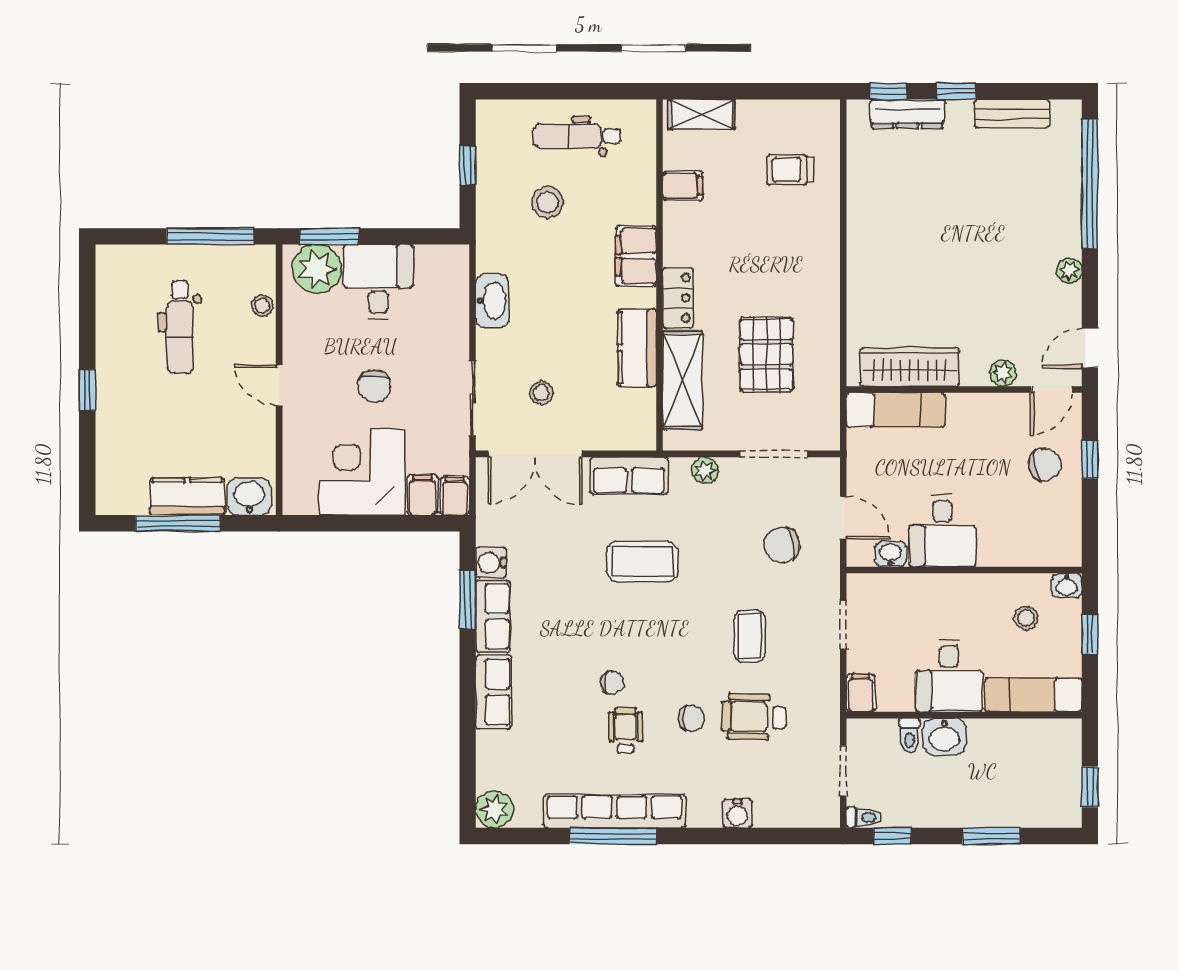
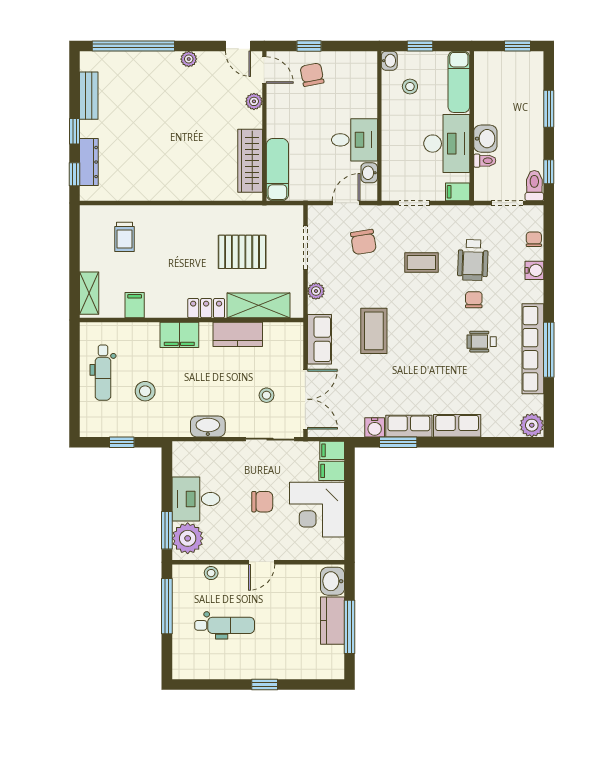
desk: (949, 676) -> (447, 144), width x1.37
chair: (612, 683) -> (534, 239), moved
toilet: (864, 817) -> (534, 186), width x1.37, depth x1.39

